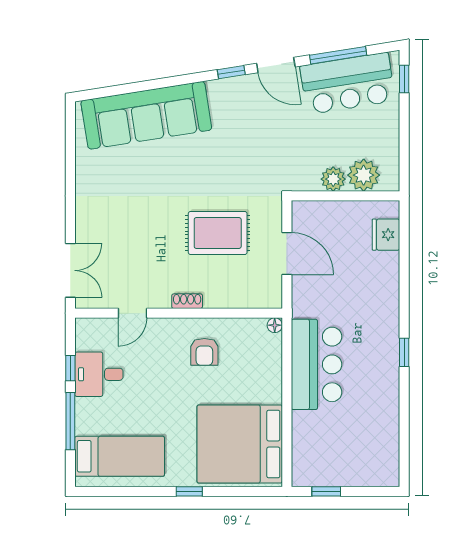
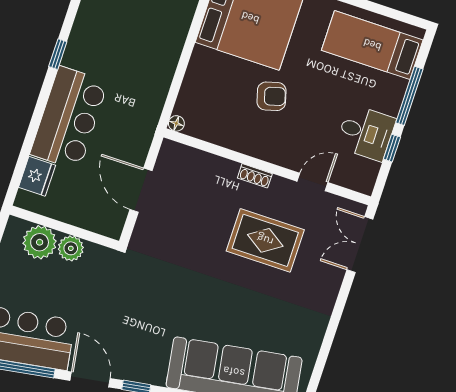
rug: (218, 233) -> (265, 240), moved
armchair: (204, 352) -> (271, 96), moved, turned 74
bar counter: (316, 364) -> (69, 118), moved, turned 180

